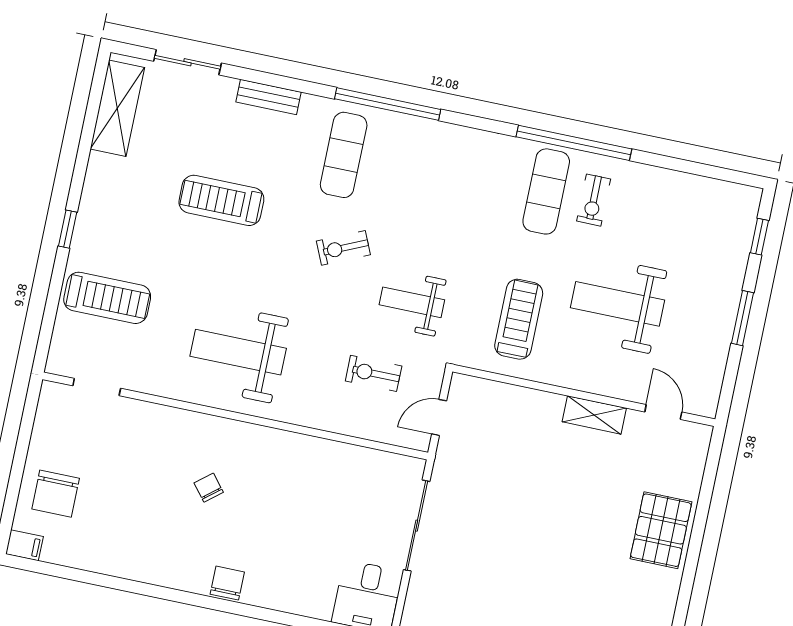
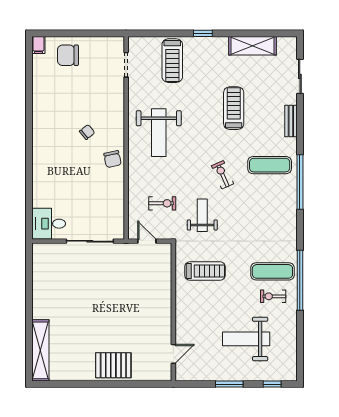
shelving: (117, 108) -> (252, 46), moved
weight bench: (618, 304) -> (246, 339), moved, turned -90
weight bench: (238, 352) -> (159, 133), turned 180
exercise bike: (374, 373) -> (162, 203), turned 90
shelving: (594, 415) -> (165, 319), removed
chair: (227, 583) -> (112, 159), moved, turned 78

